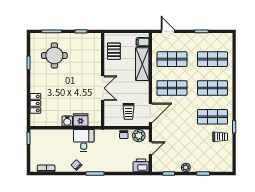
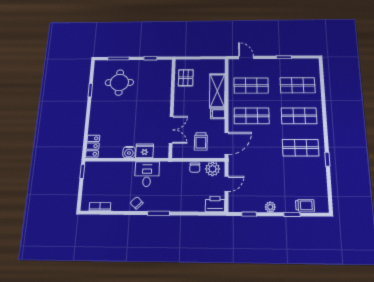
filing cabinet: (143, 42) -> (218, 114), moved
double door: (103, 88) -> (171, 130), moved
locker: (35, 103) -> (93, 146), moved
trolley: (220, 137) -> (305, 205), moved

